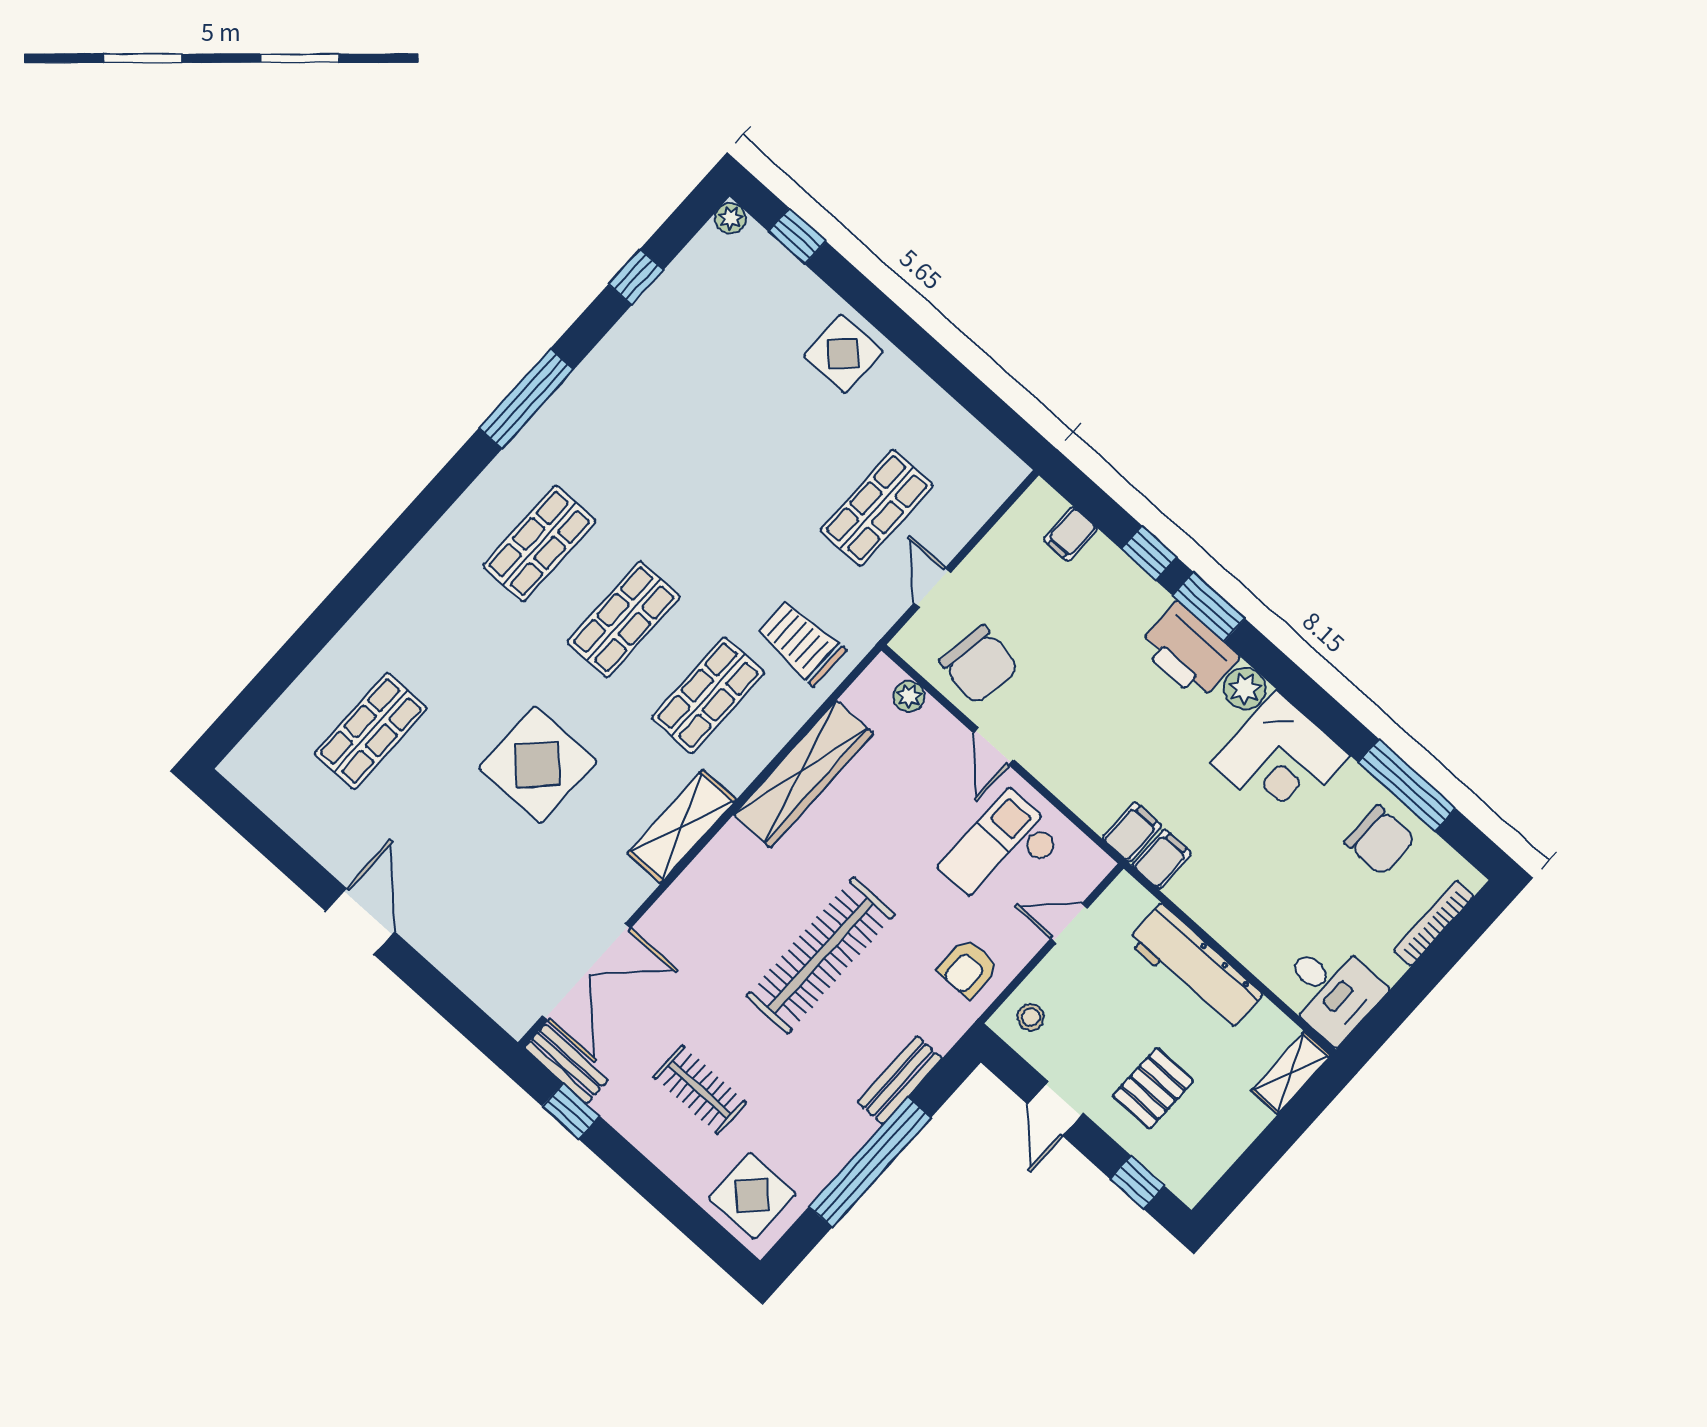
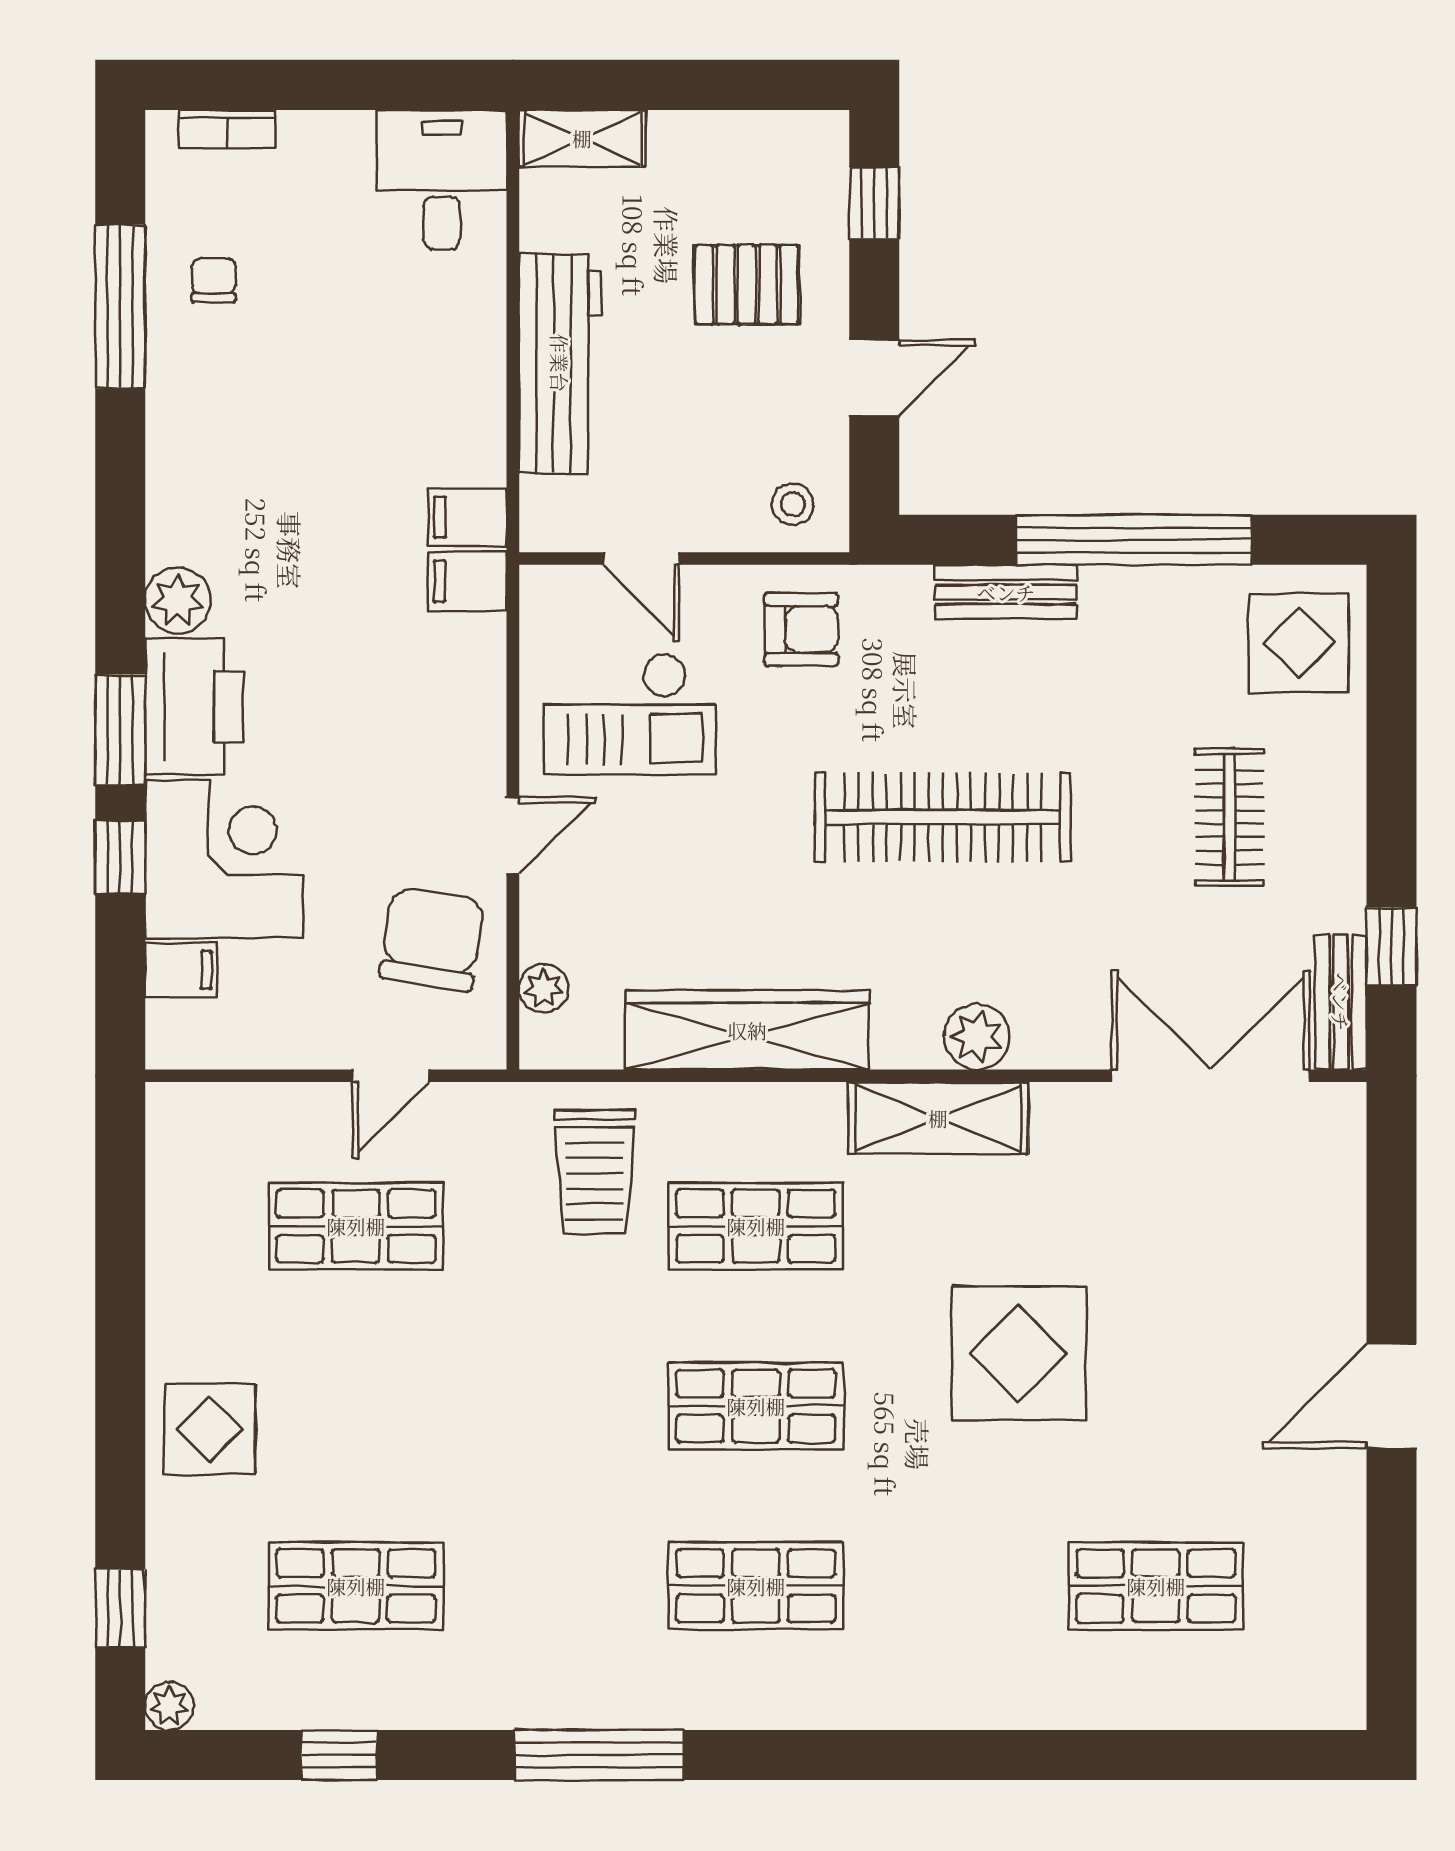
shop shelf: (708, 356) -> (356, 1586), added
corner desk: (1280, 760) -> (224, 859), moved
chair: (1380, 840) -> (214, 280), width x0.54, depth x0.54
plant: (703, 879) -> (977, 1037), added
bookcase: (1433, 923) -> (227, 129), width x0.64

